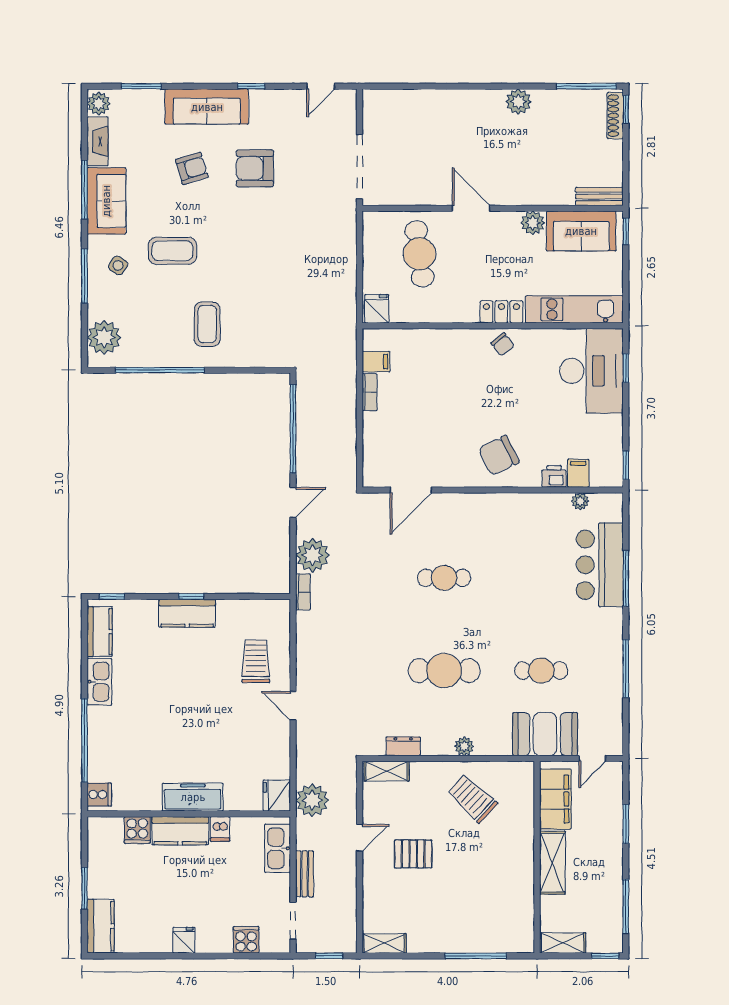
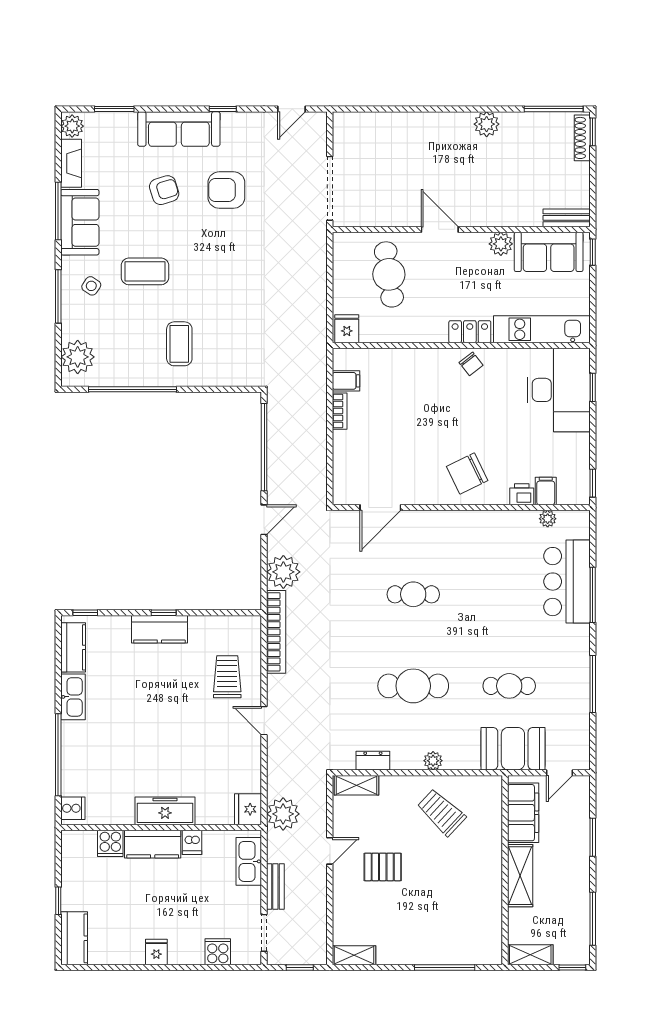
bookcase: (303, 592) -> (276, 632), width x2.31, depth x1.31
window: (84, 888) -> (58, 901), width x0.67

